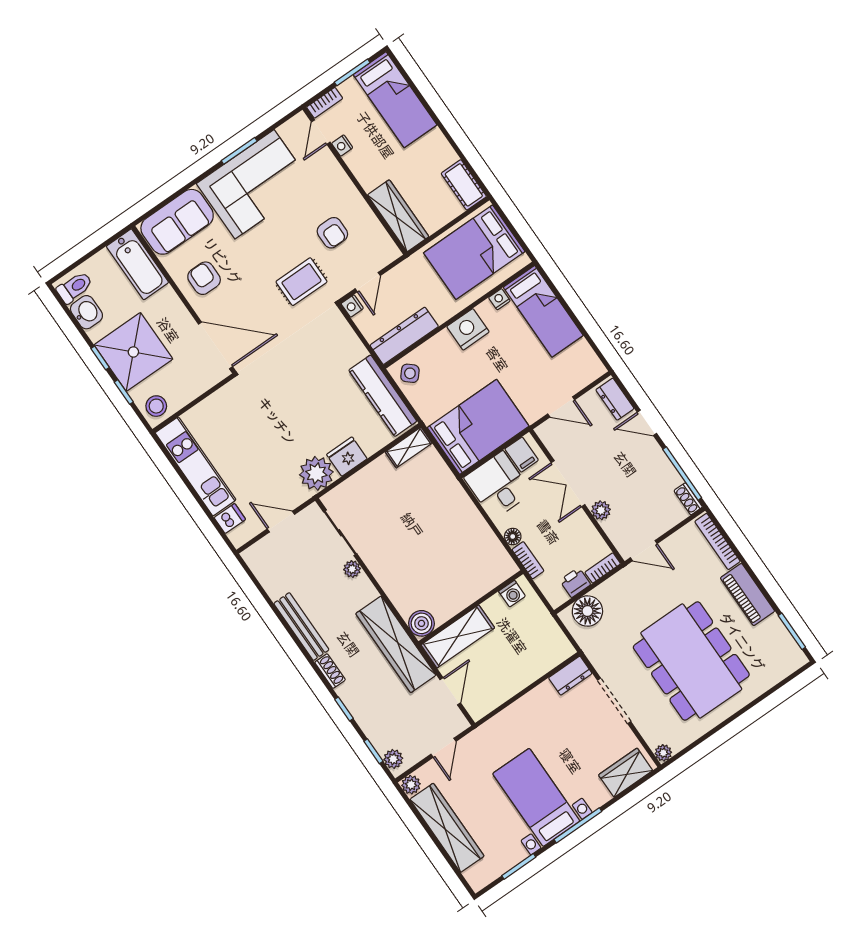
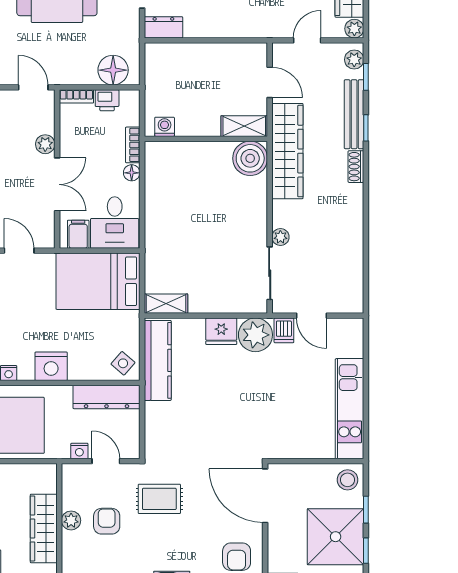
plant: (362, 213) -> (71, 520), added
wardrobe: (398, 216) -> (44, 528), moved
door: (368, 282) -> (106, 461), hinge flipped
nightstand: (352, 306) -> (79, 451), moved, turned 90
dishwasher: (230, 519) -> (284, 330), moved, turned -90
boiler: (421, 623) -> (250, 158), width x1.37, depth x1.37
bench: (301, 627) -> (354, 114), moved
shelving: (458, 636) -> (244, 126), width x0.67, depth x0.75
door: (450, 691) -> (270, 82), swing flipped

